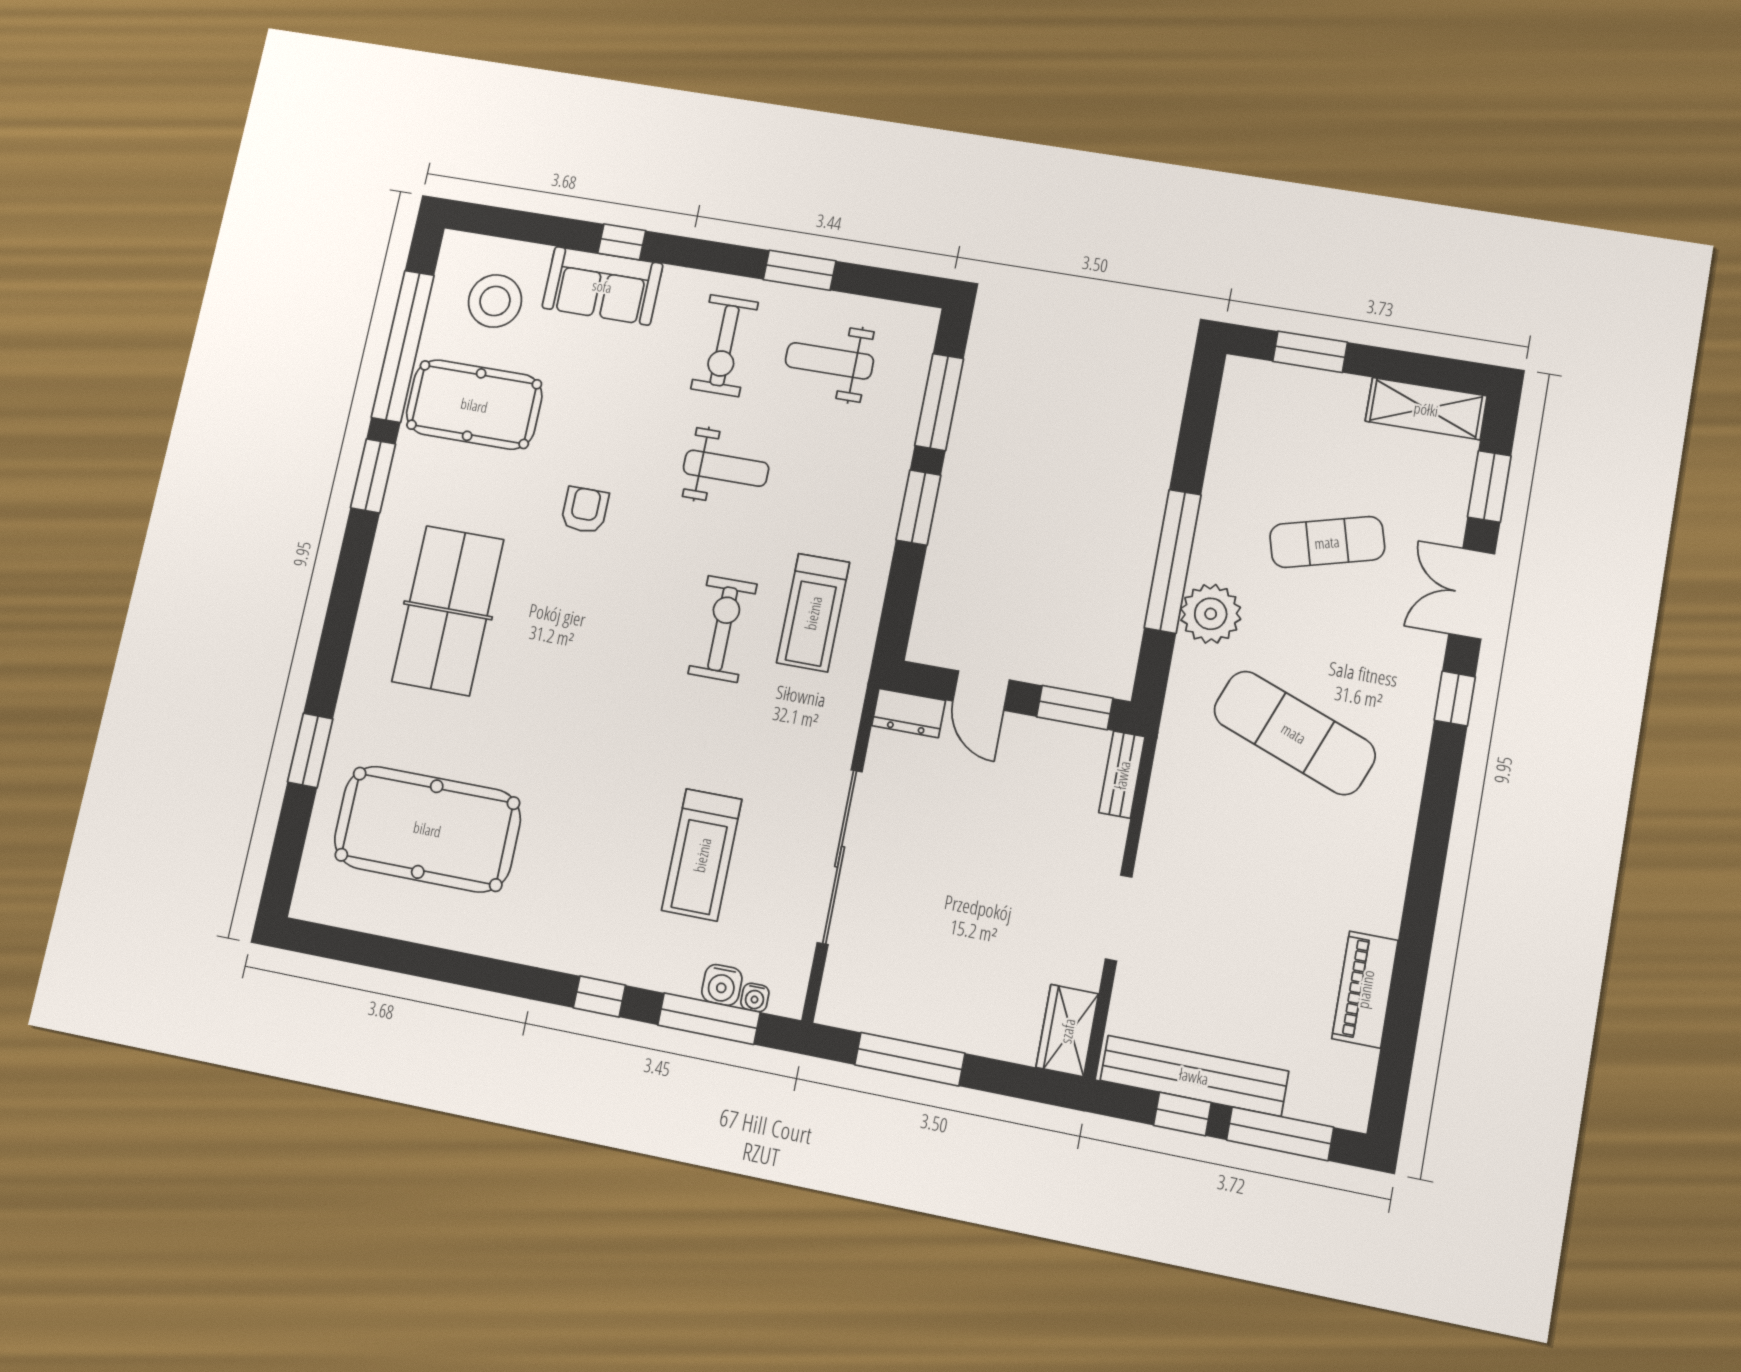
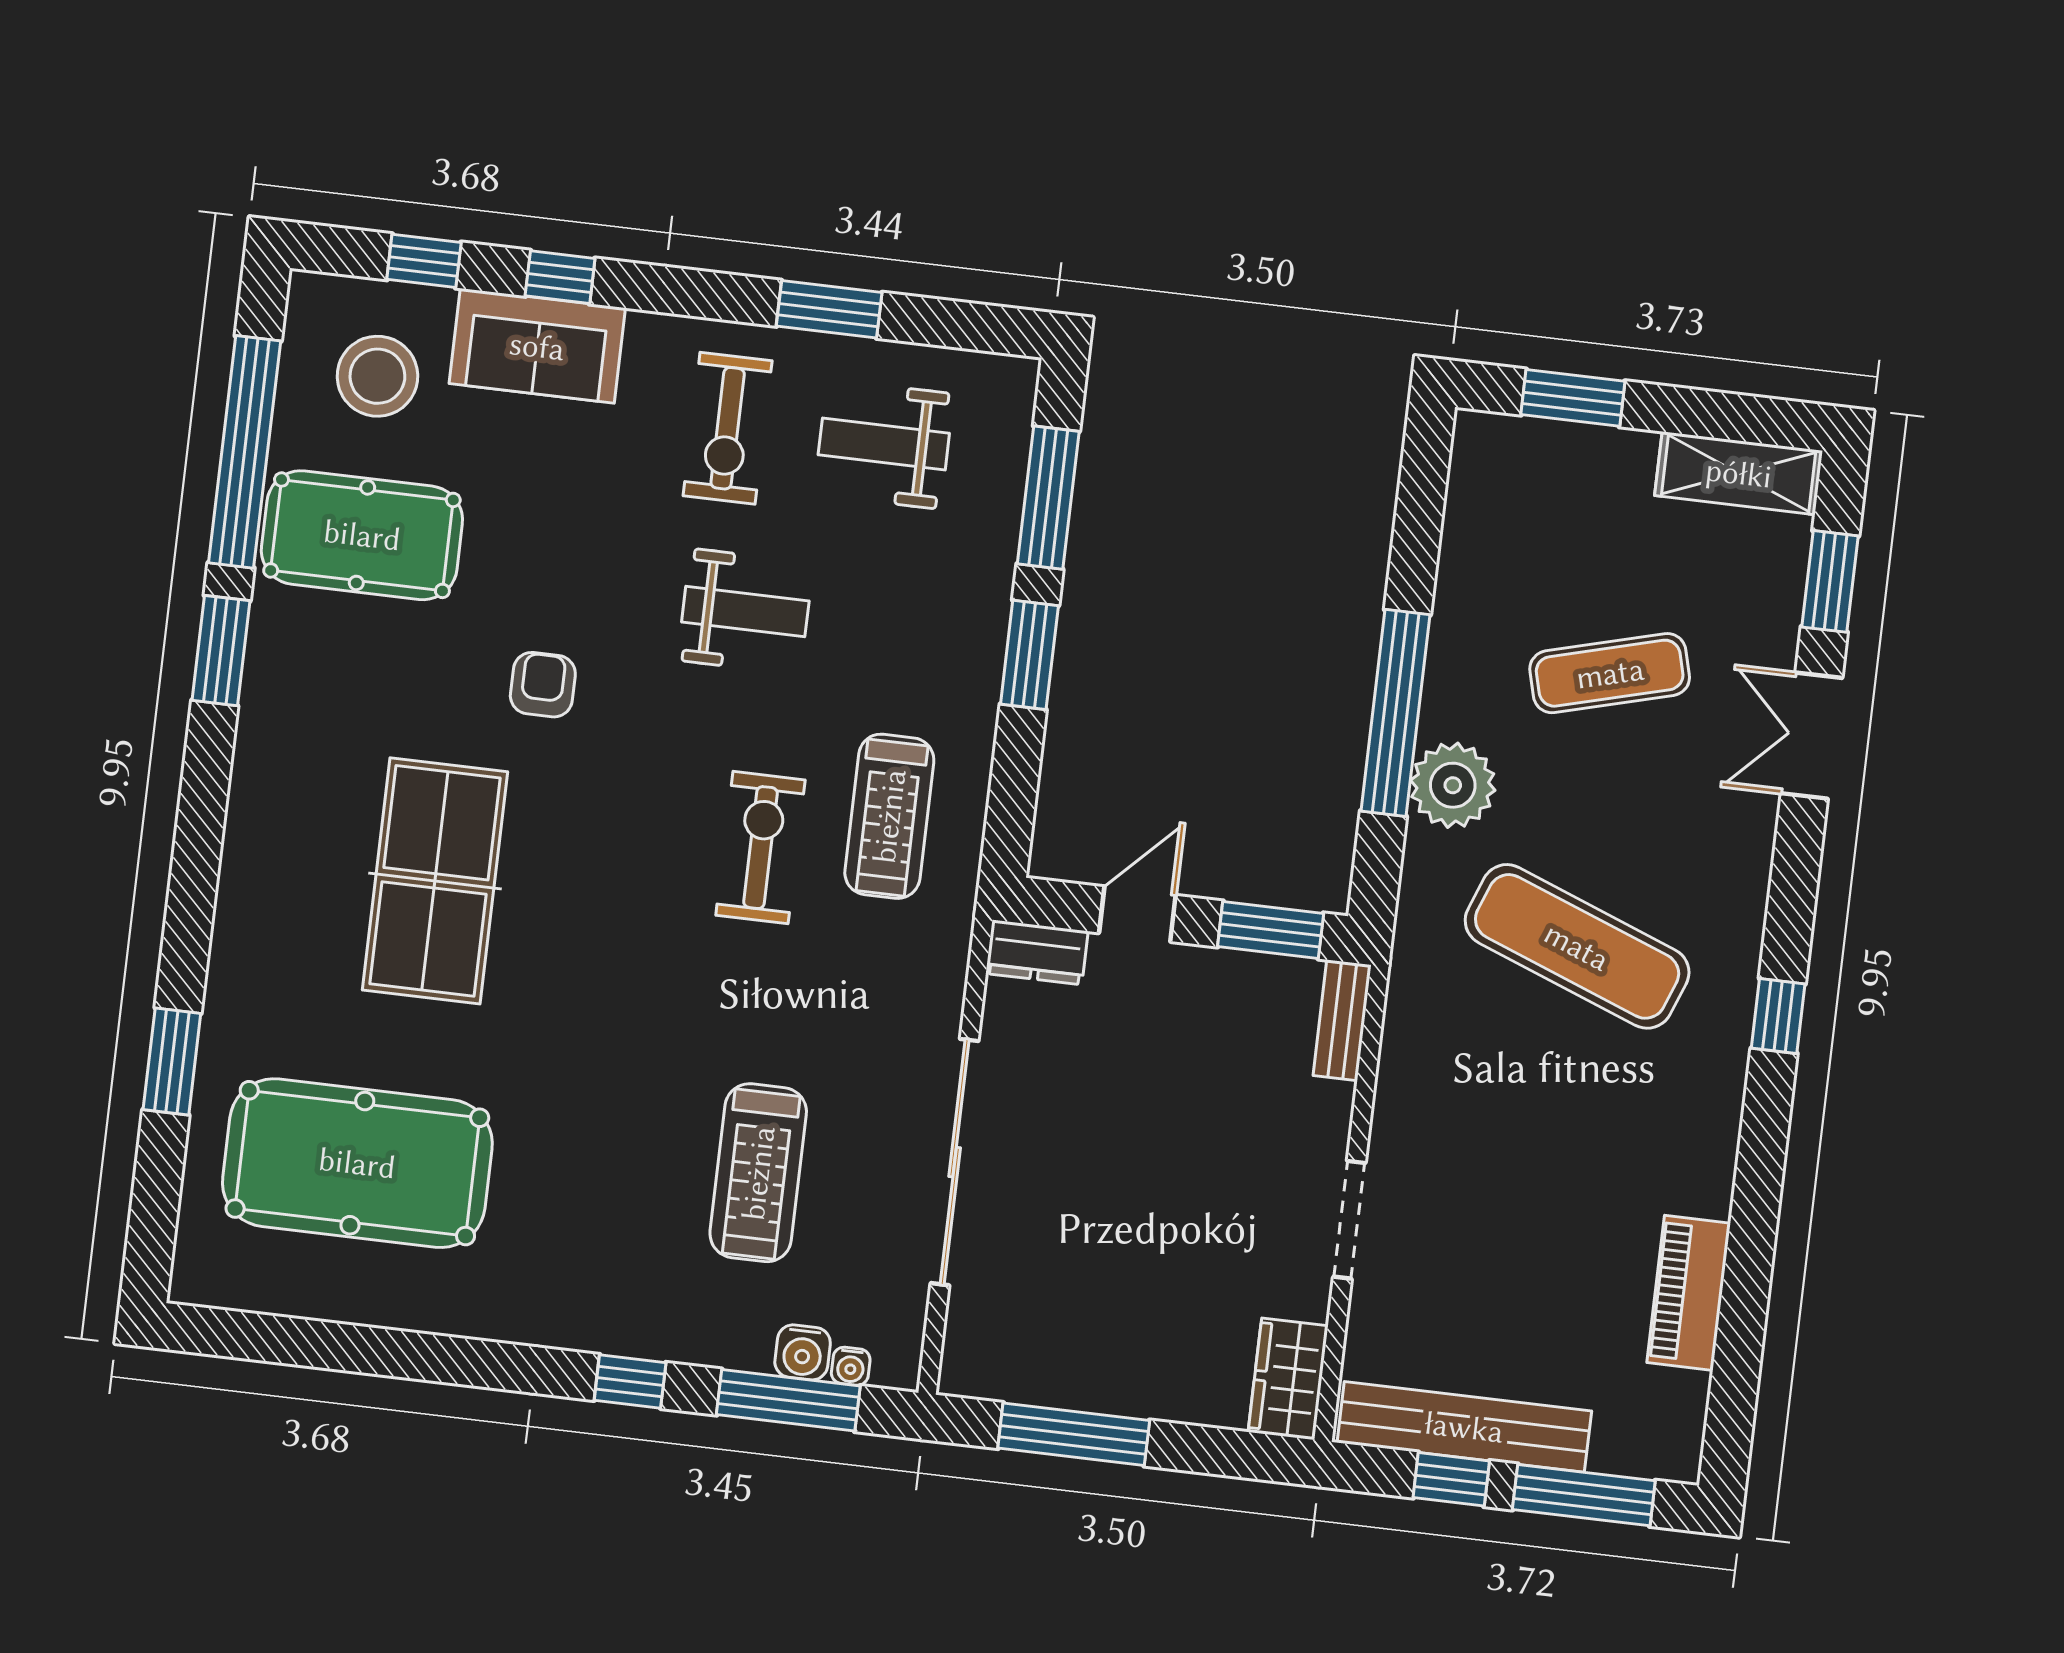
window: (533, 228) -> (424, 261), added
table tennis table: (448, 610) -> (435, 881), moved
door: (981, 691) -> (1137, 914), swing flipped
window: (1455, 699) -> (1778, 1016), moved

